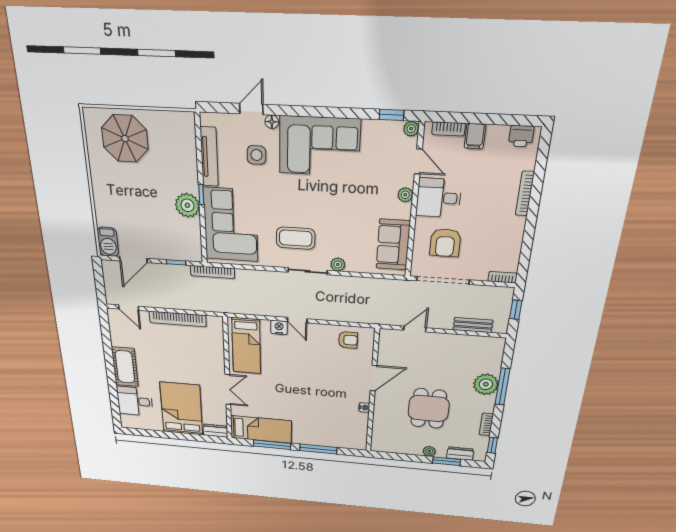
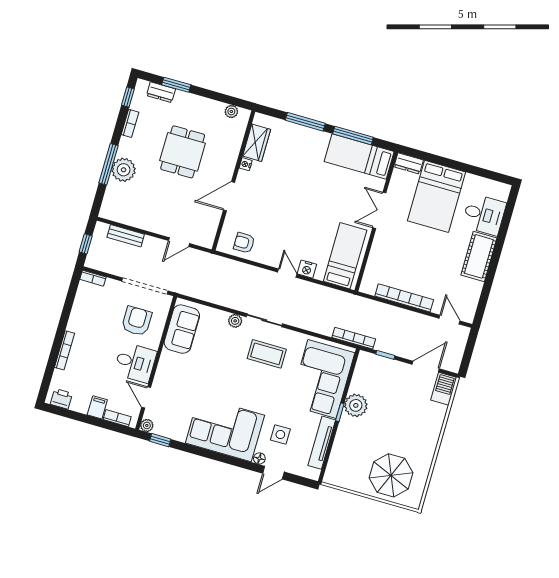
plant: (405, 195) -> (162, 372), removed
wardrobe: (359, 426) -> (257, 143), added
plant: (429, 451) -> (231, 112), moved

